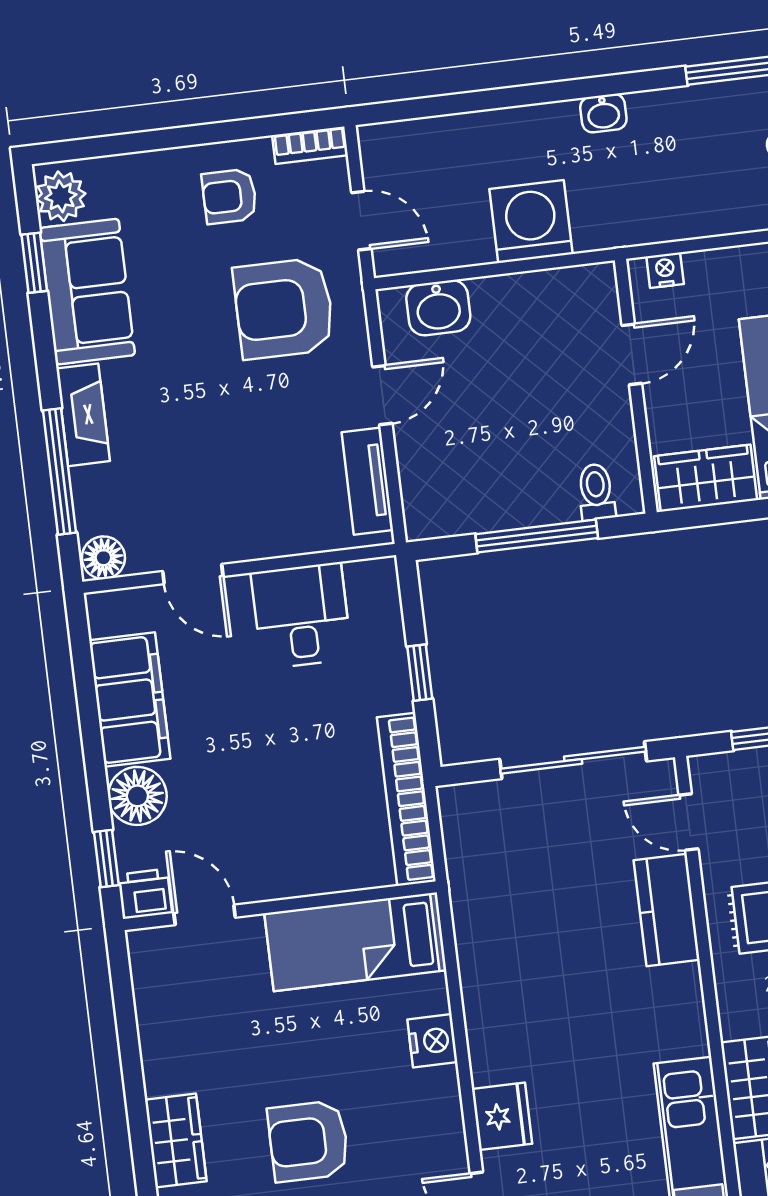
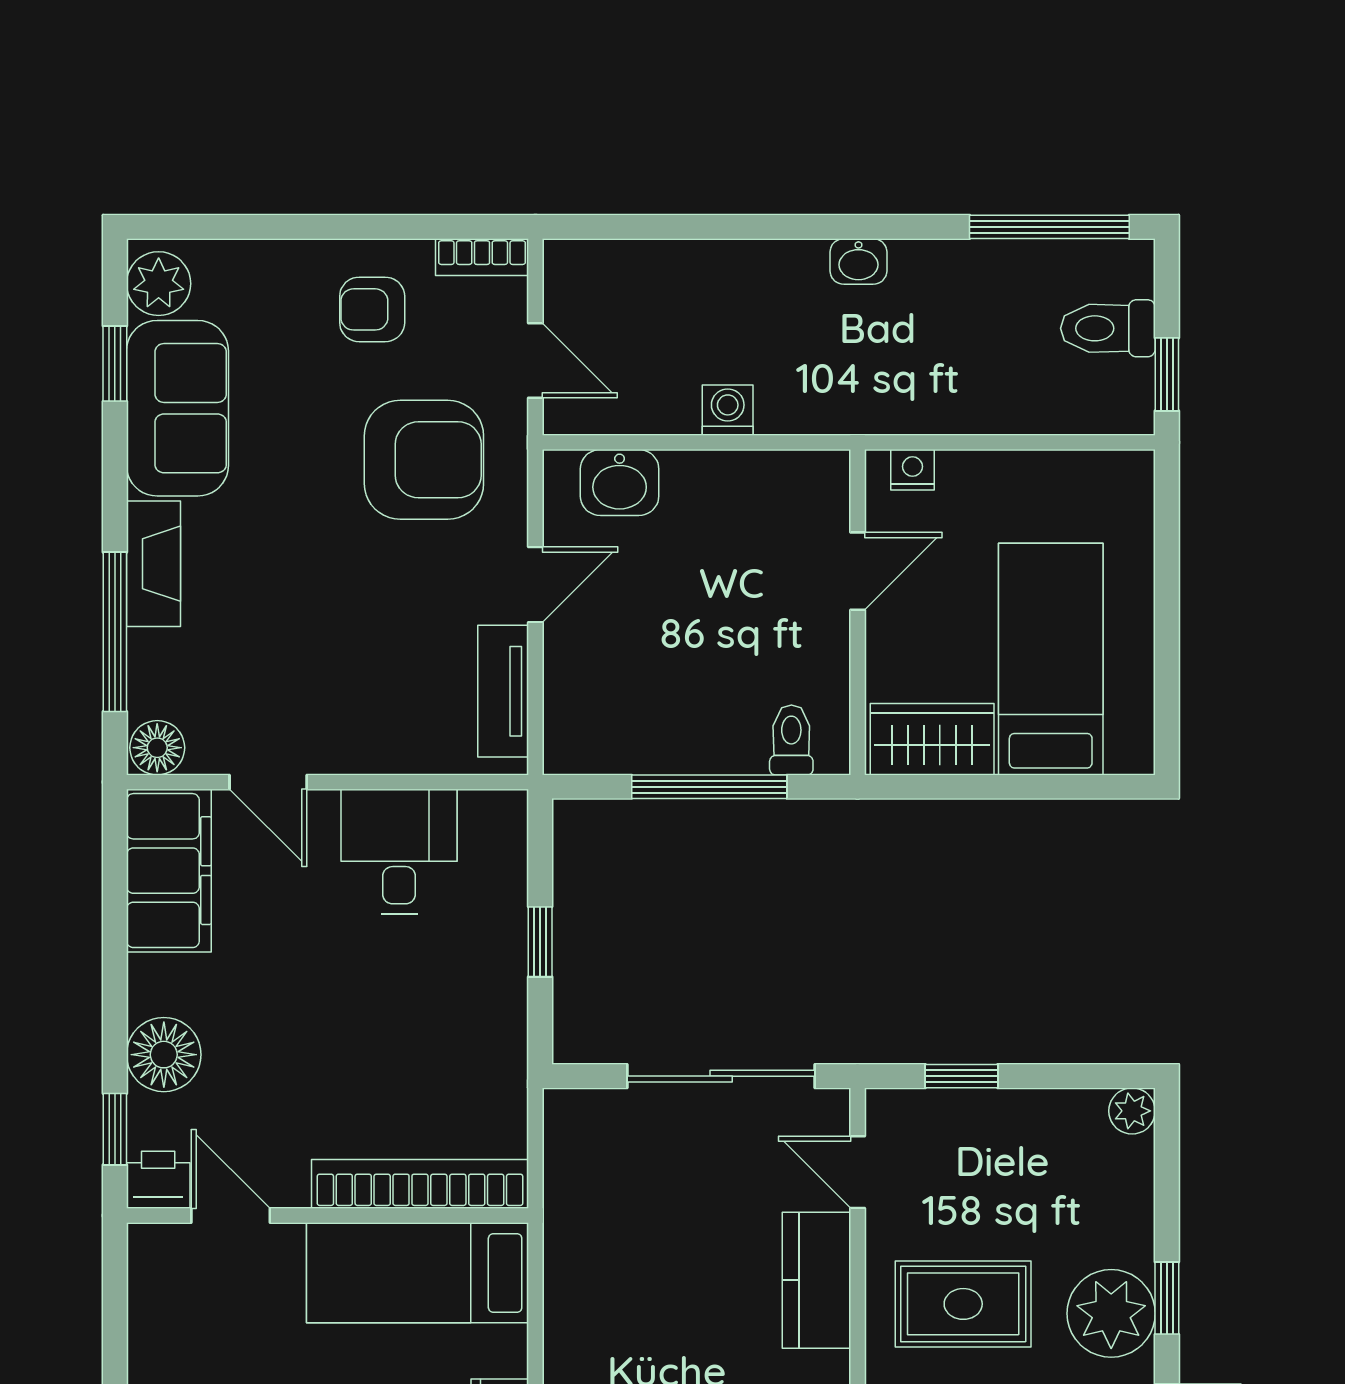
washing machine: (531, 222) -> (728, 410), width x0.53, depth x0.53
armchair: (284, 308) -> (424, 460), turned 180
filing cabinet: (130, 699) -> (169, 871), moved
bookcase: (406, 799) -> (420, 1184), moved, turned 90

